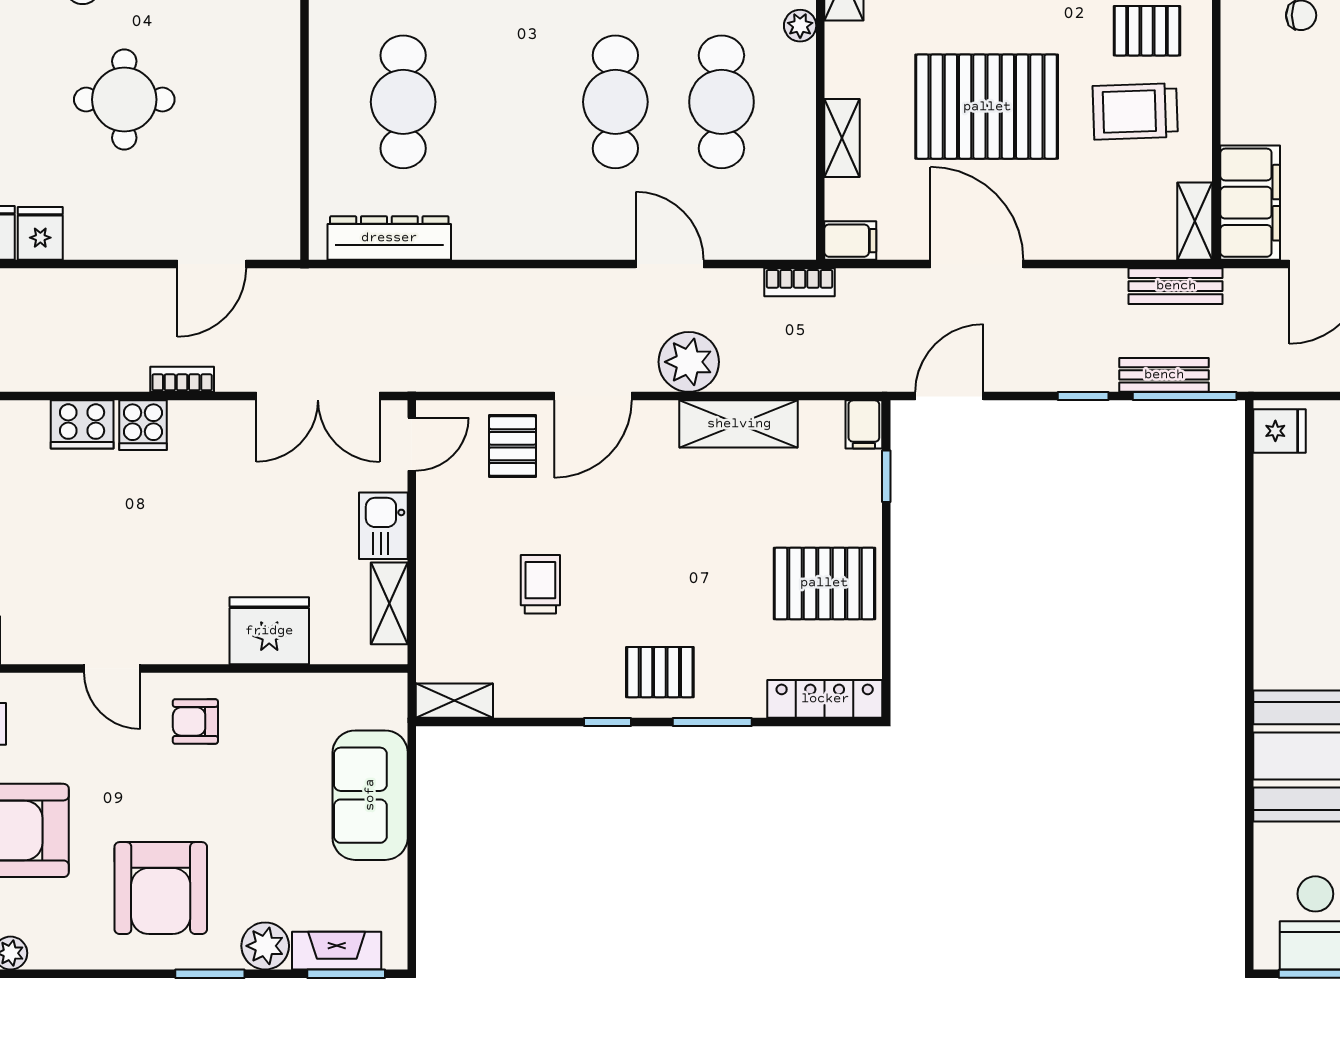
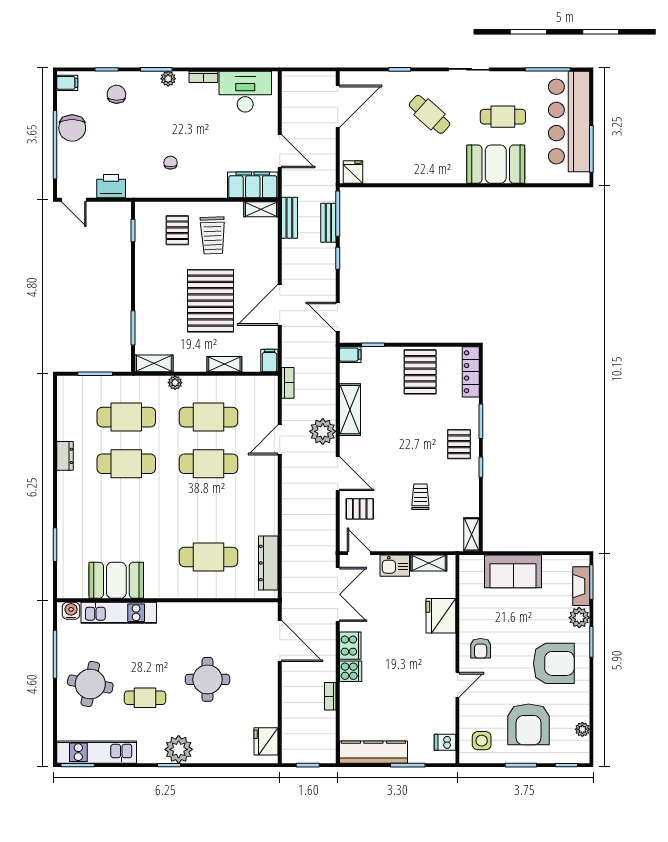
fridge: (40, 233) -> (266, 716), removed
door: (212, 264) -> (280, 641), width x1.36
bookcase: (182, 379) -> (330, 696), moved
cooker: (82, 424) -> (350, 646), moved
trolley: (540, 584) -> (420, 497), turned 90

